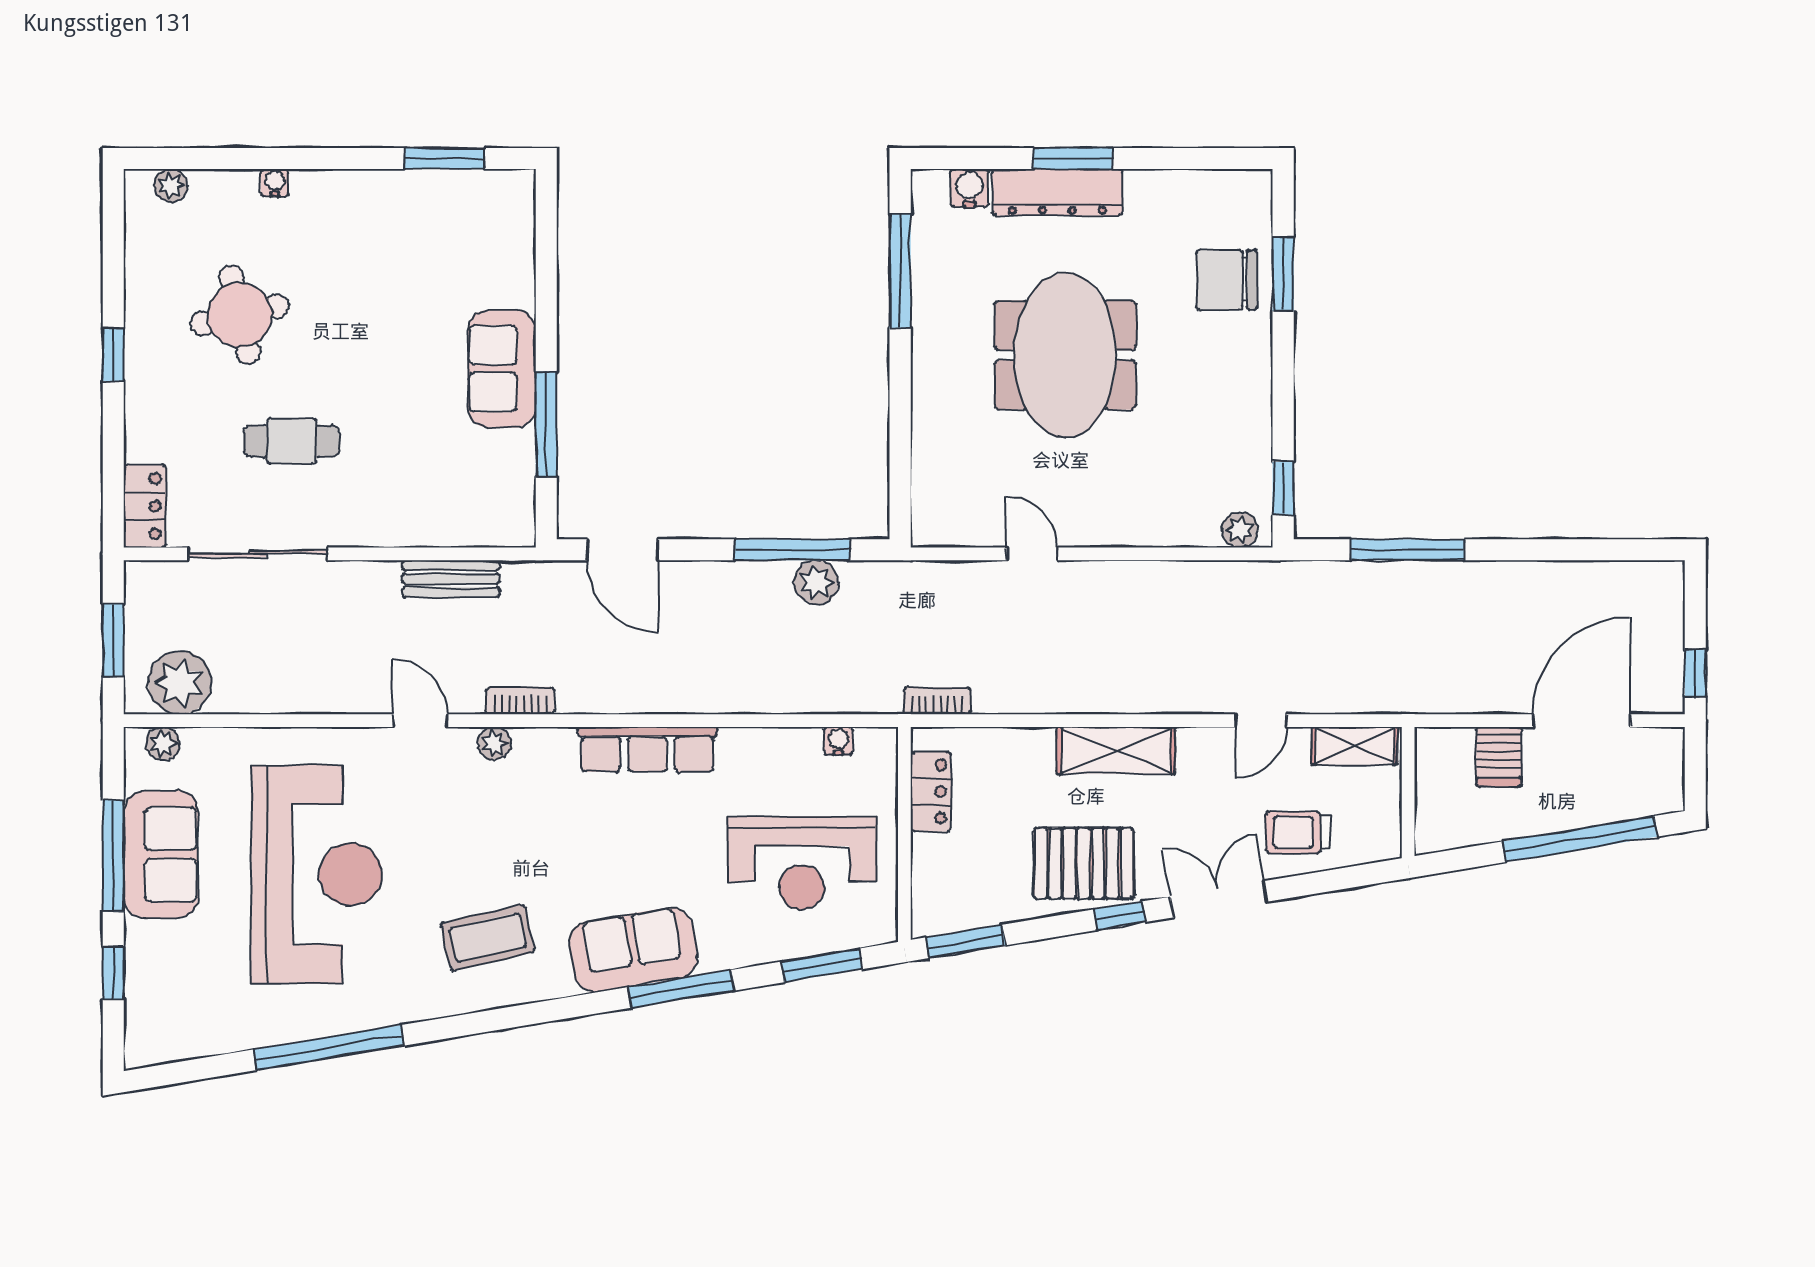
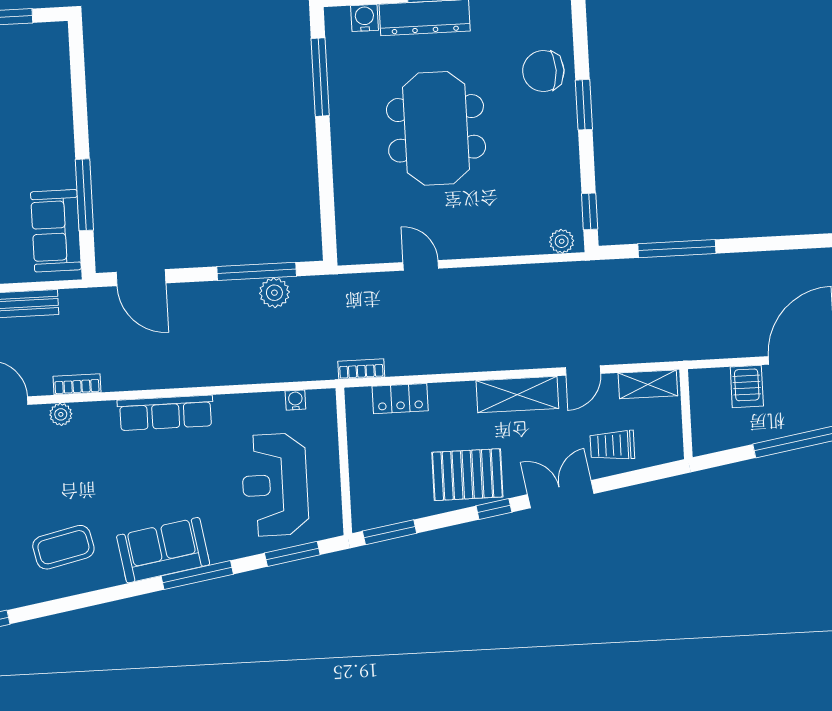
window: (1283, 274) -> (584, 105), moved
sofa: (502, 369) -> (56, 231), moved
shelving: (1116, 750) -> (517, 395), moved
locker: (931, 792) -> (400, 399), moved, turned 90
reception desk: (802, 863) -> (275, 485), turned 90

